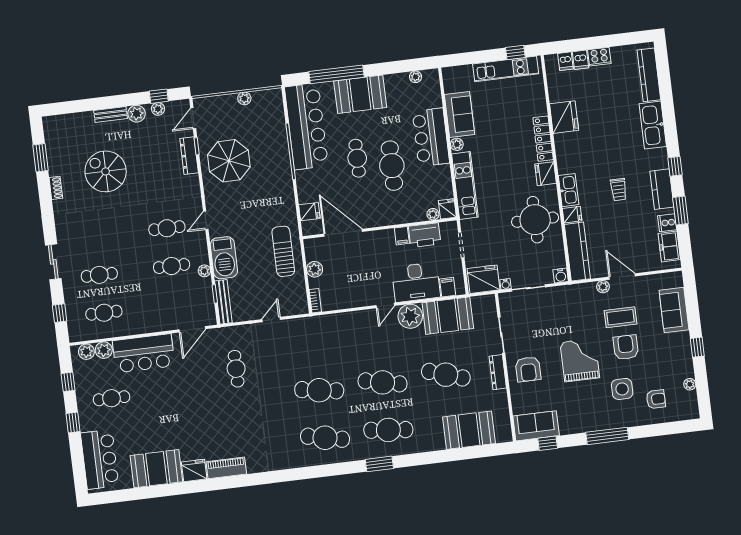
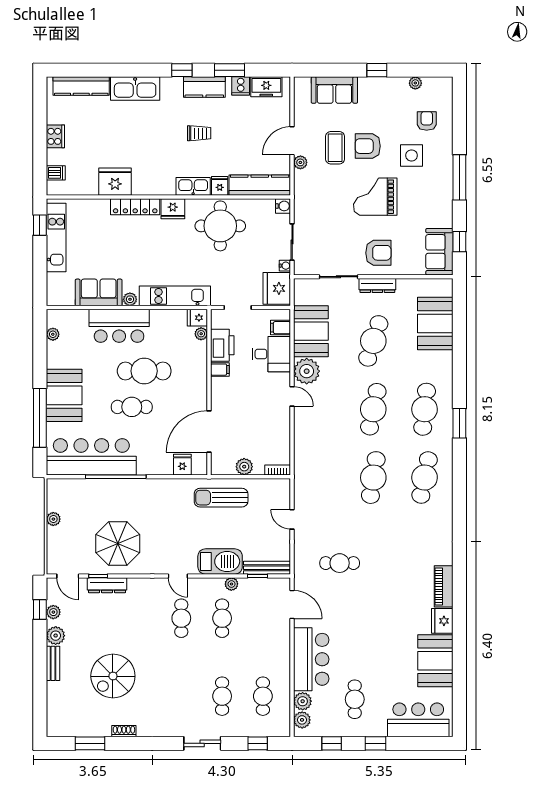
dishwasher: (580, 60) -> (56, 157), removed
desk: (416, 282) -> (271, 354), width x0.73

